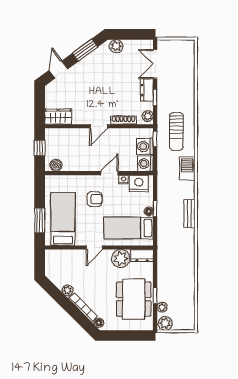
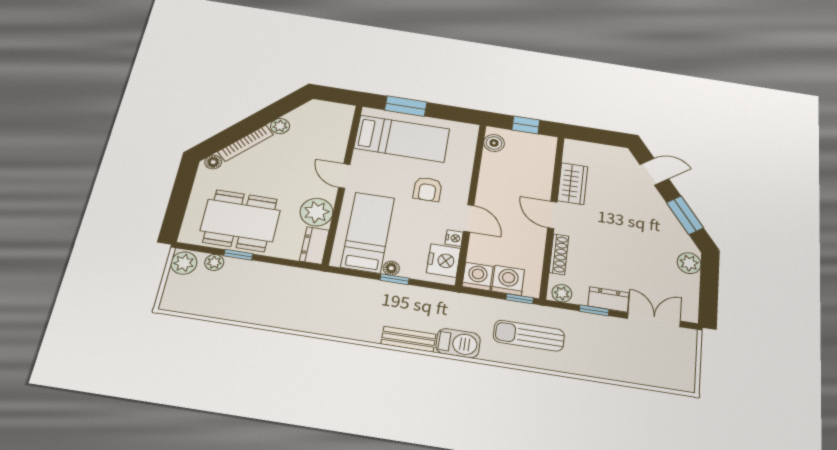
wardrobe: (58, 117) -> (573, 184), moved
bench: (189, 214) -> (408, 339), moved

